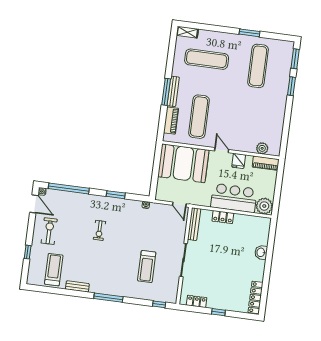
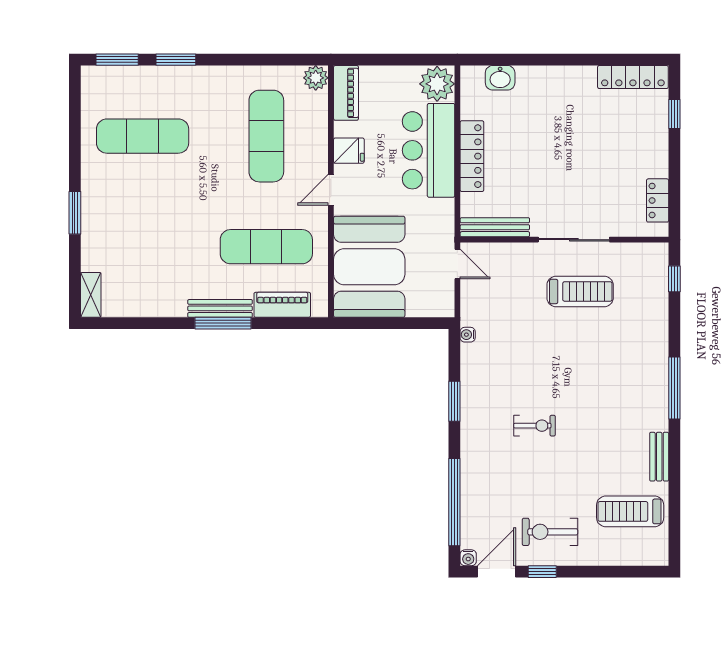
window: (250, 33) -> (75, 213), moved
exercise mat: (207, 59) -> (266, 136), moved
plant: (262, 148) -> (316, 78), moved
door: (179, 204) -> (457, 264), hinge flipped
locker: (223, 217) -> (472, 156), width x1.53
window: (28, 252) -> (542, 572), moved
washbasin: (261, 252) -> (500, 78), moved
treadmill: (147, 267) -> (580, 291), moved
window: (218, 312) -> (674, 114), moved

